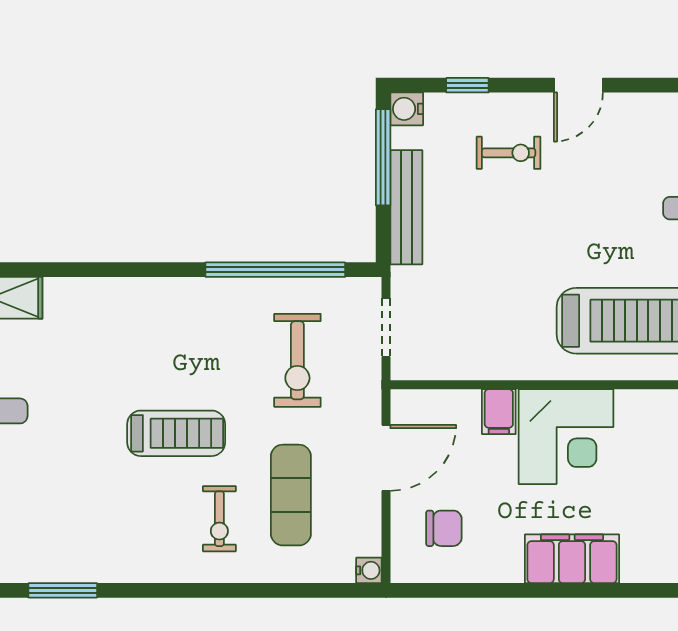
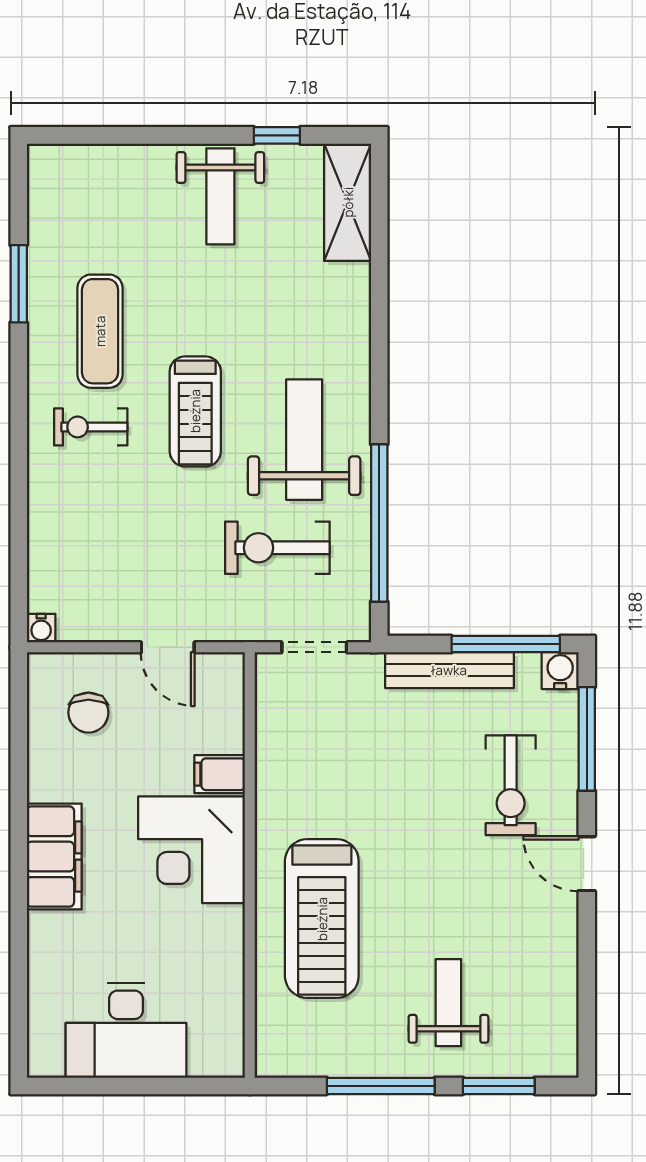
window: (467, 85) -> (587, 739), width x2.17
exercise bike: (509, 153) -> (511, 785), width x1.38, depth x1.39
weight bench: (201, 336) -> (304, 440), added
door: (386, 458) -> (168, 647), width x0.73
exercise mat: (291, 495) -> (100, 331), moved, turned 90
exercise bike: (219, 519) -> (91, 427), moved

